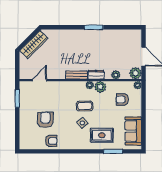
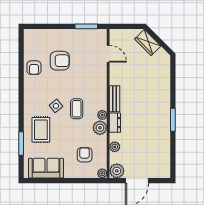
wardrobe: (34, 45) -> (148, 43), width x0.67

